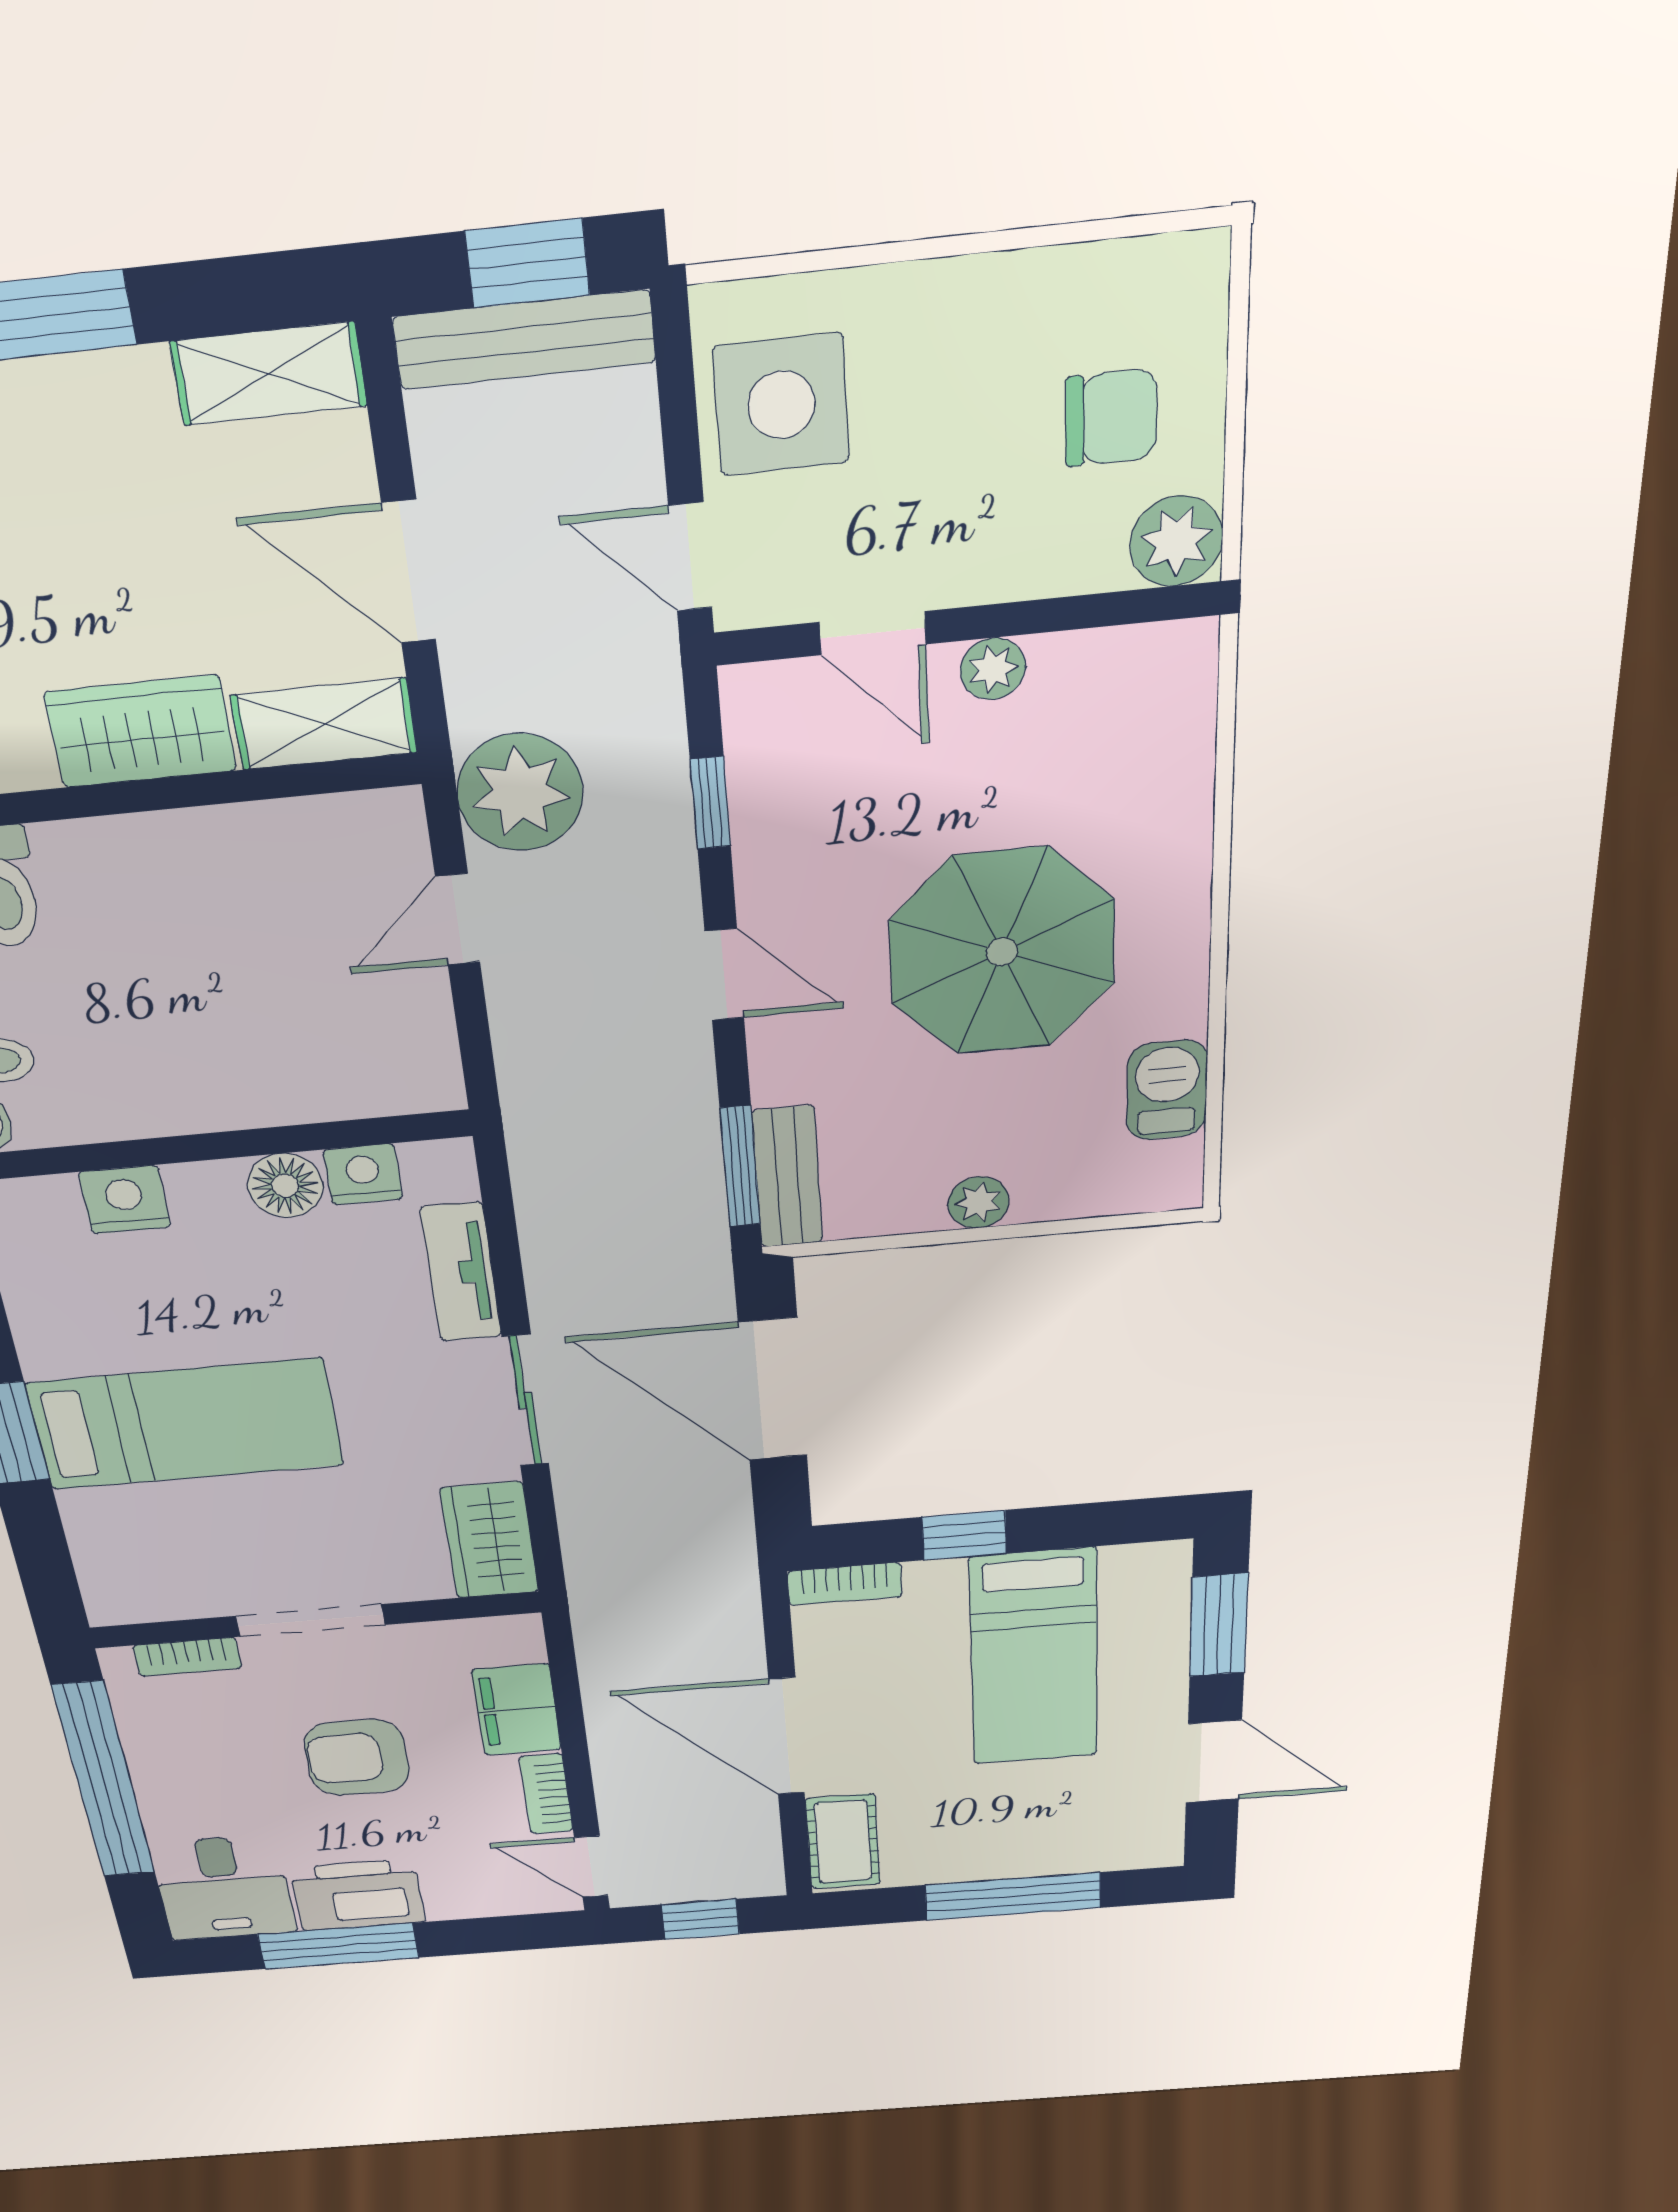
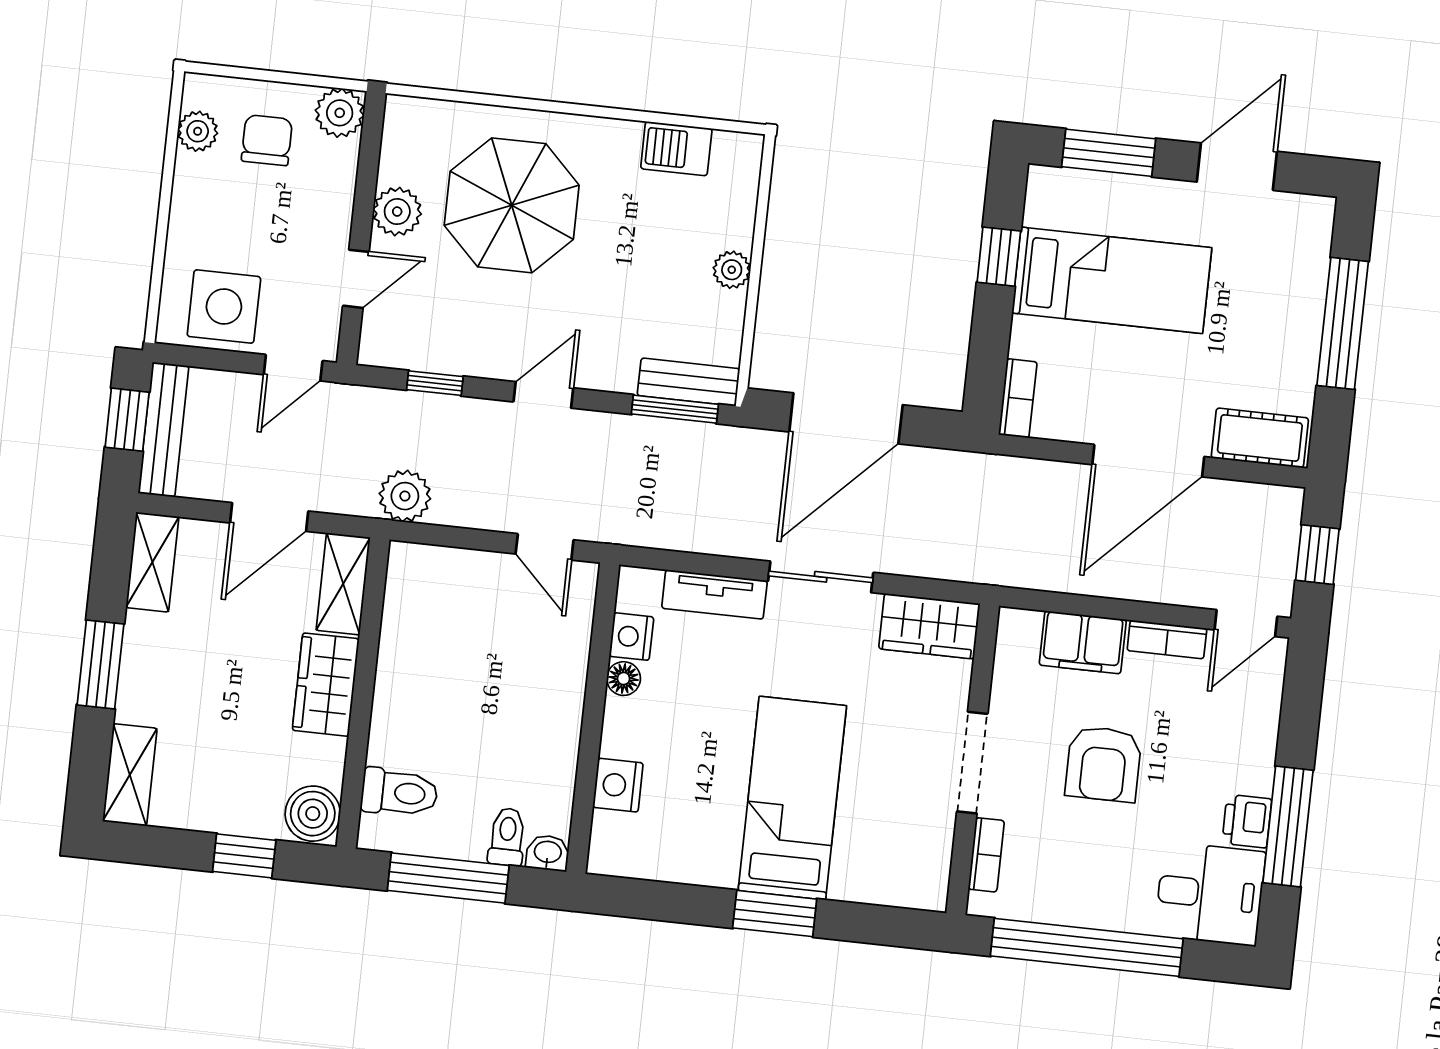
plant: (1115, 279) -> (198, 131), added
plant: (993, 669) -> (397, 212), width x1.38, depth x1.38
plant: (520, 792) -> (405, 496), width x0.73, depth x0.73
door: (458, 919) -> (545, 547), moved
parasol: (1002, 952) -> (512, 205), moved
floor lamp: (285, 1186) -> (624, 679), width x0.73, depth x0.73
window: (964, 1535) -> (999, 257), moved
printer: (358, 1895) -> (1247, 821), width x0.53, depth x0.68

